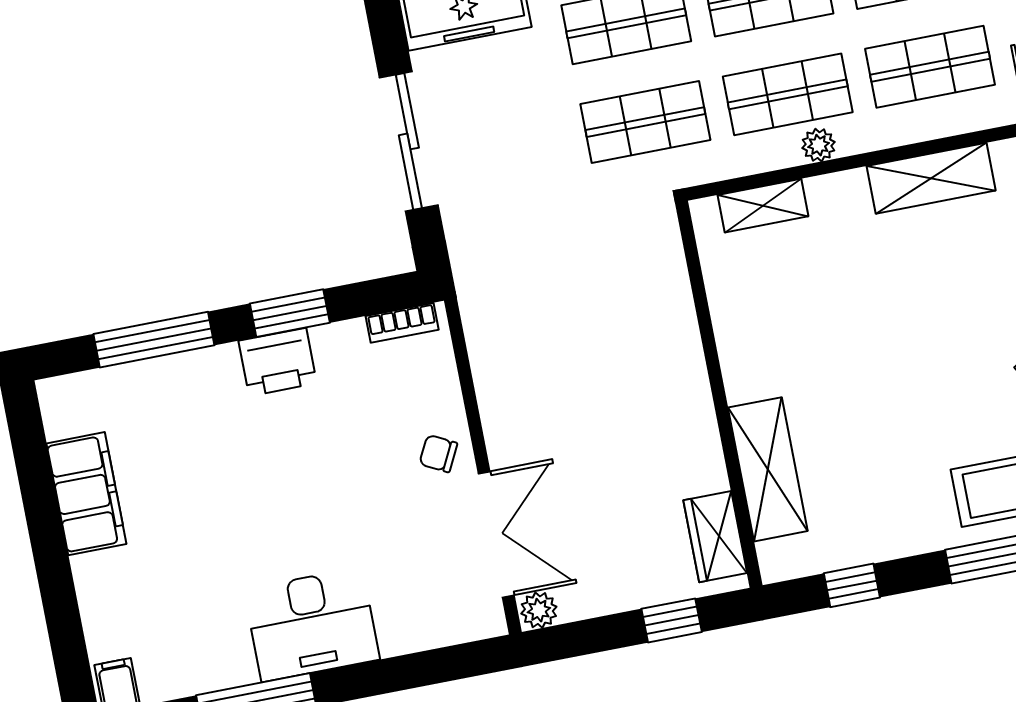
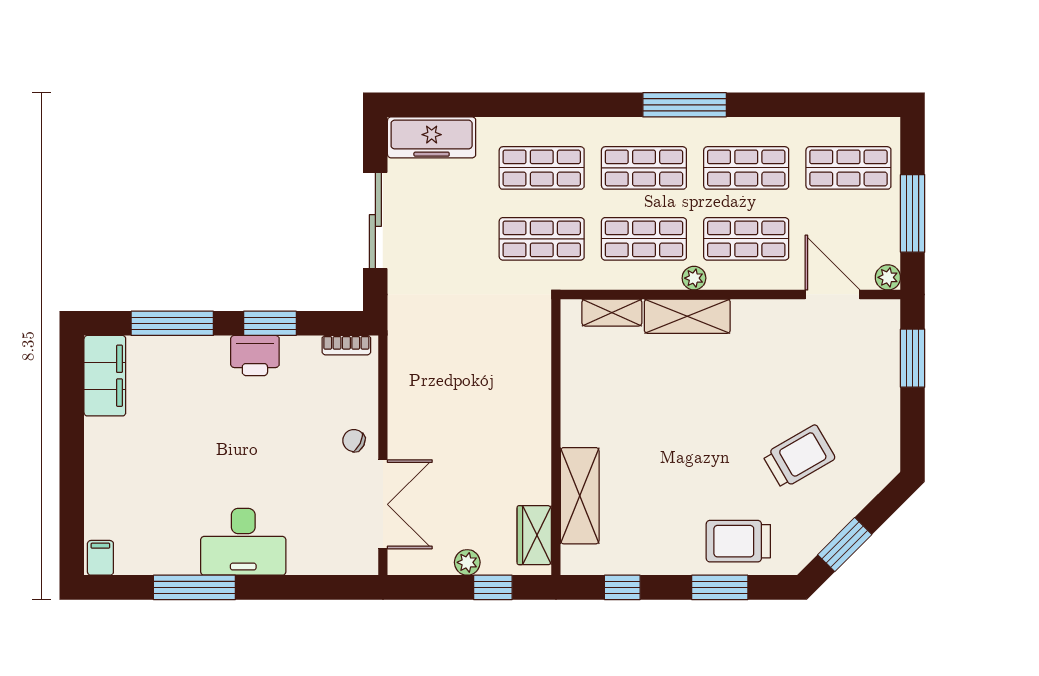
plant: (818, 145) -> (694, 278), moved
shelving: (931, 178) -> (687, 316), moved
filing cabinet: (86, 494) -> (105, 376), moved
plant: (539, 610) -> (467, 562), moved

